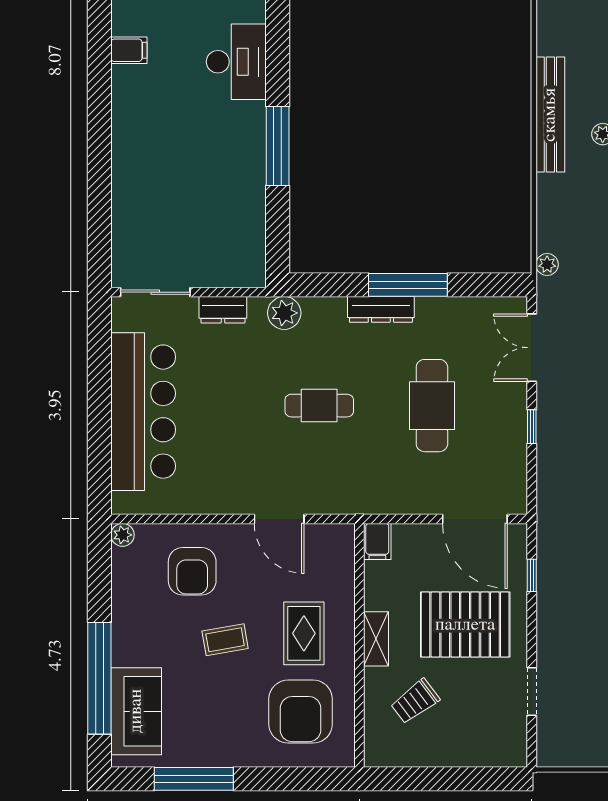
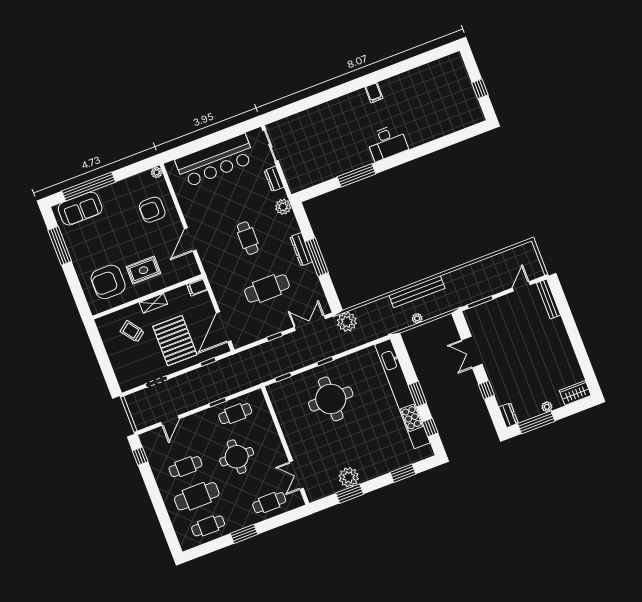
plant: (547, 264) -> (347, 322), width x1.87, depth x1.87
coffee table: (225, 640) -> (127, 236), removed

